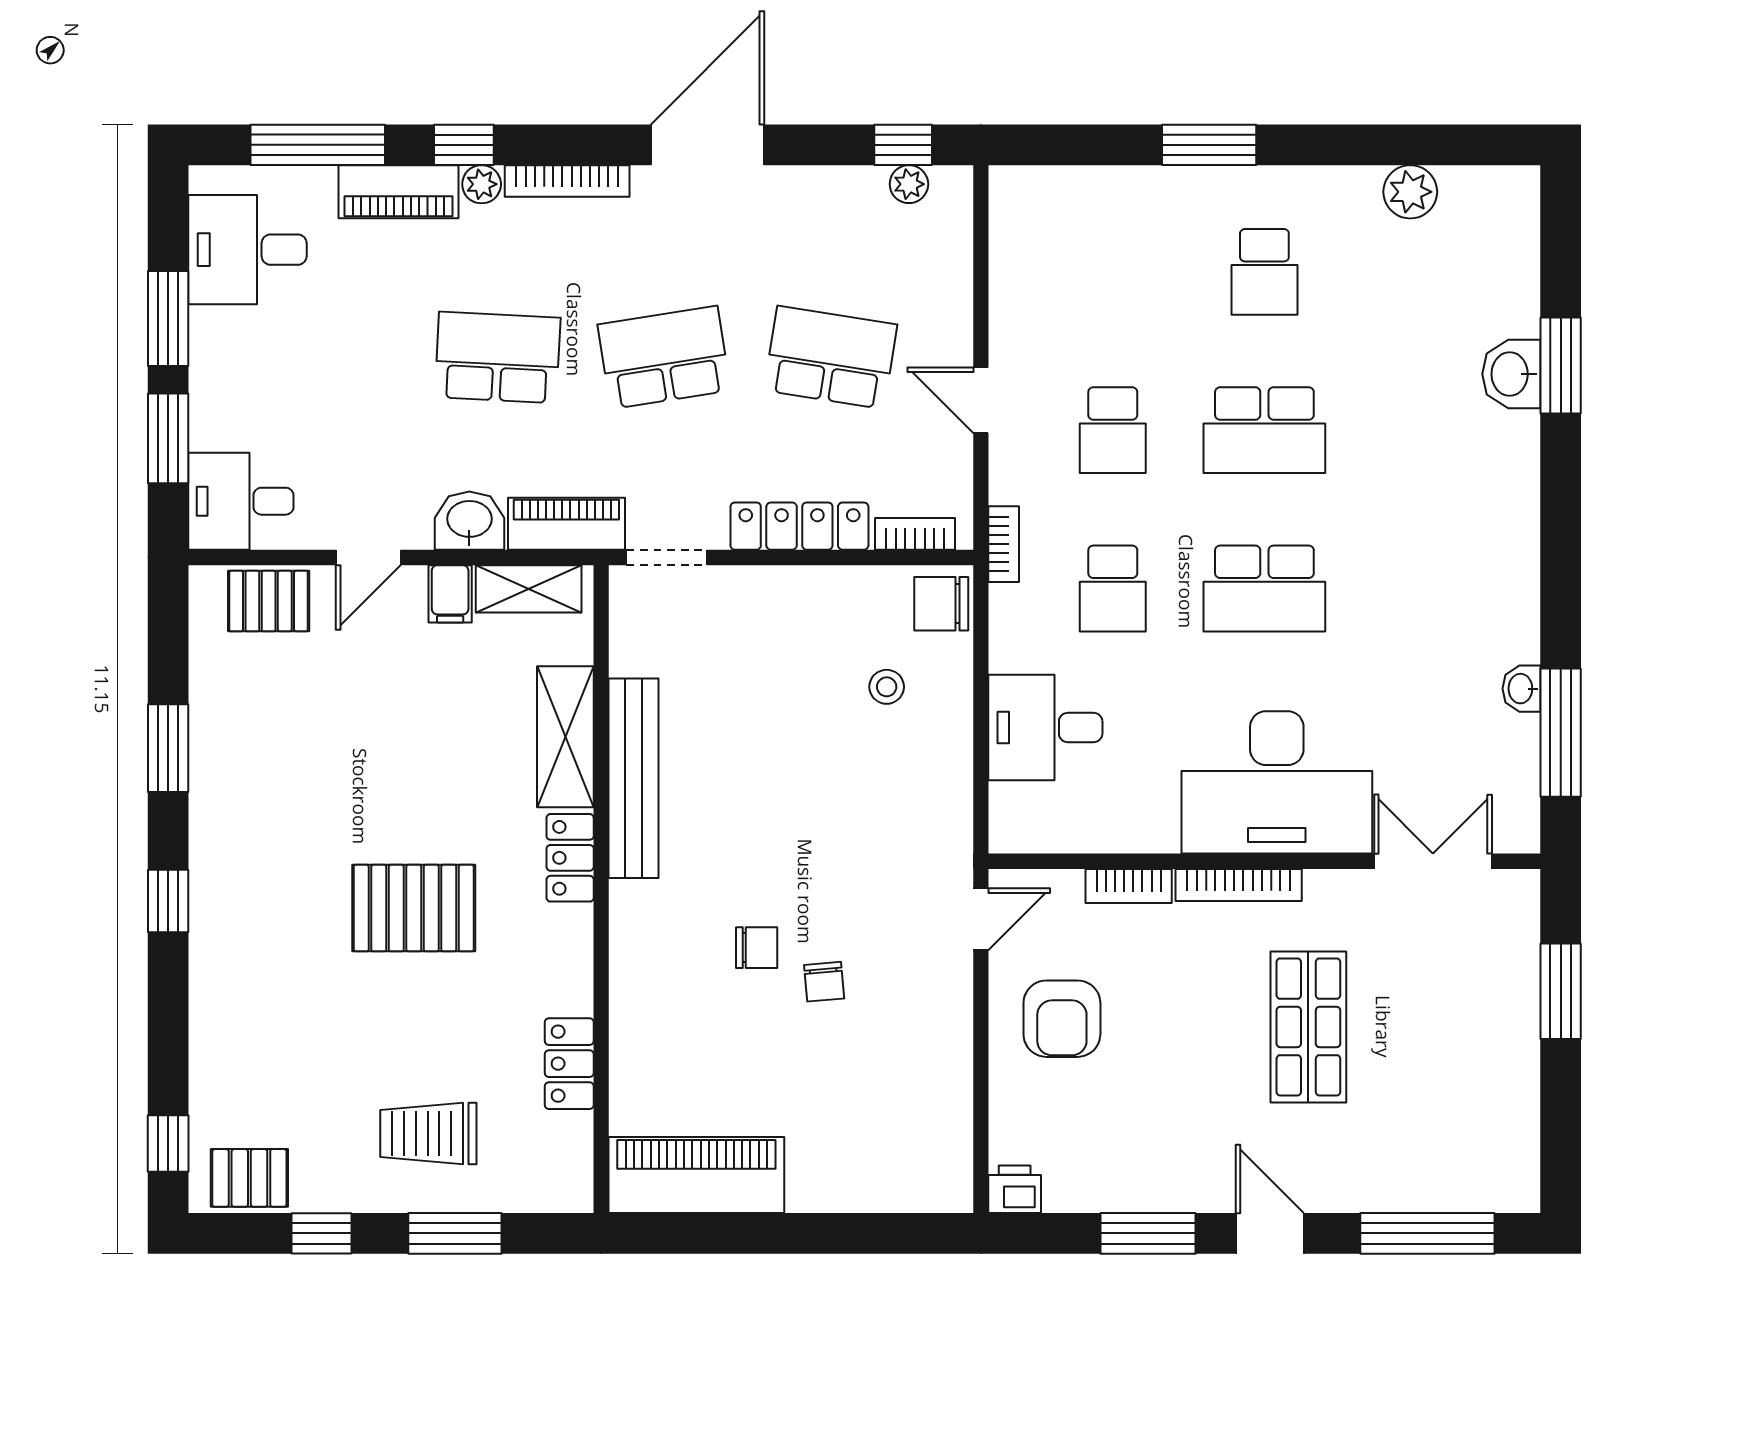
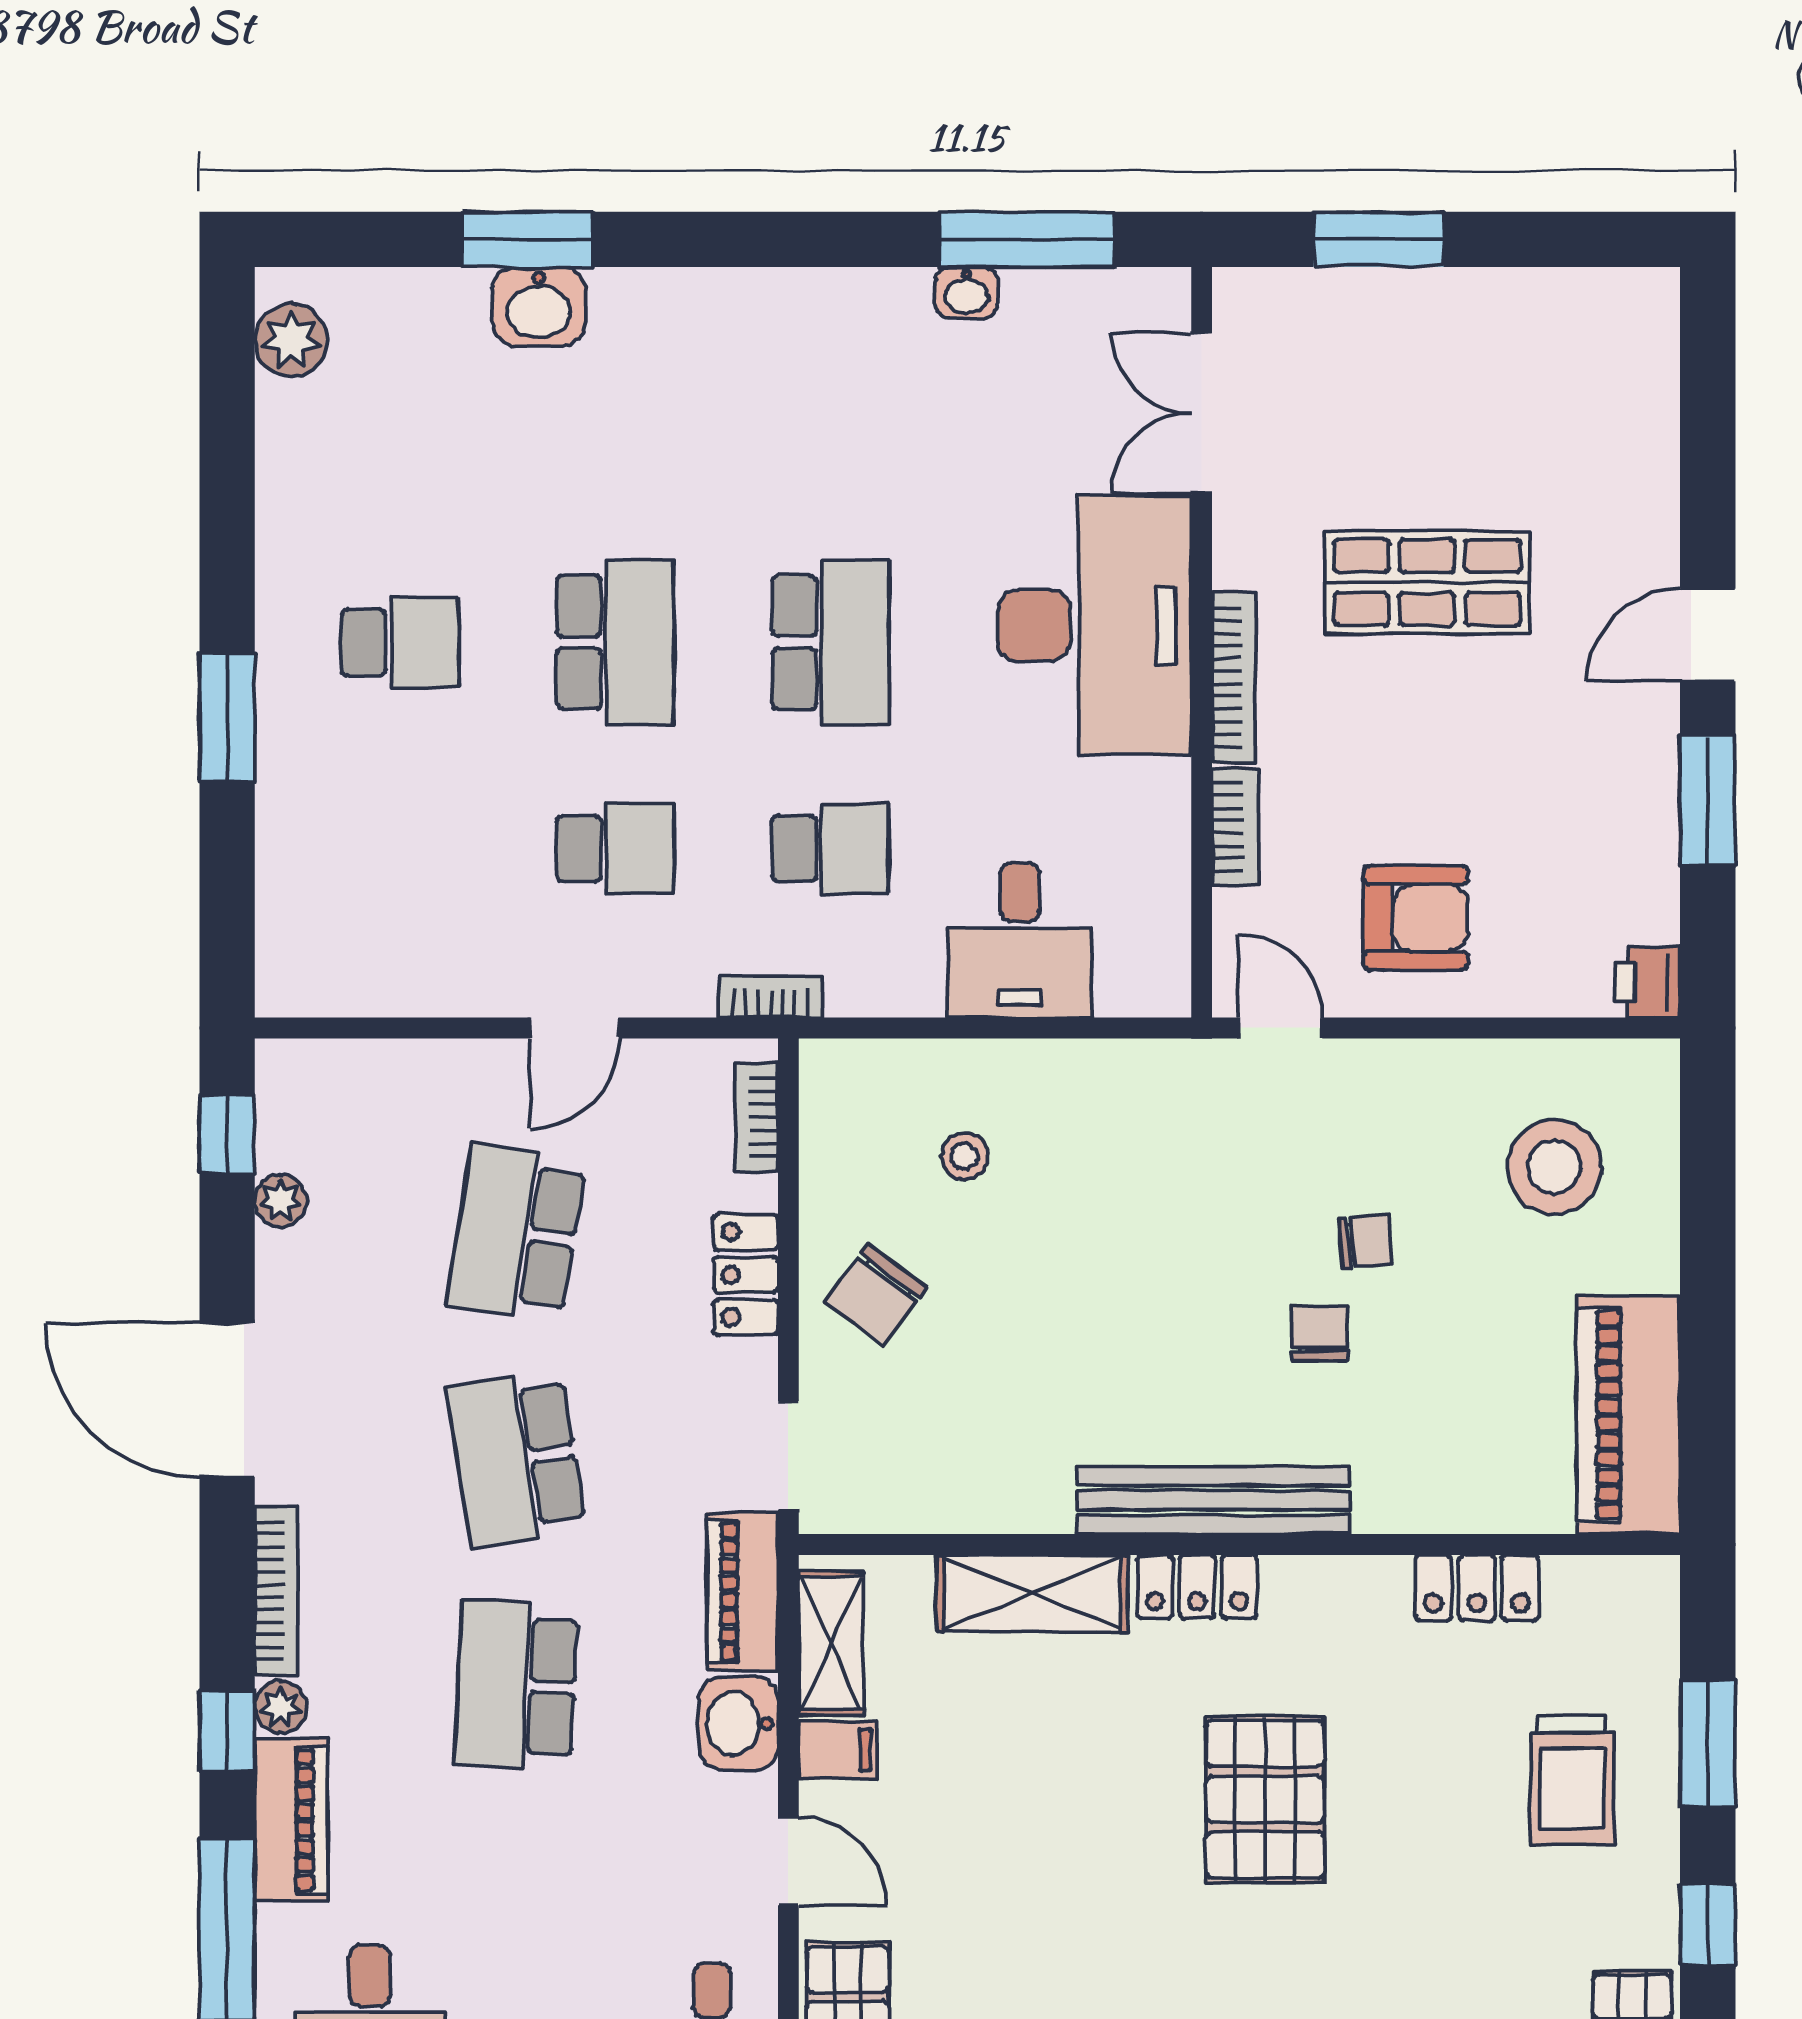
plant: (909, 184) -> (281, 1201), moved
plant: (1410, 192) -> (291, 340), moved
locker: (799, 526) -> (746, 1275), width x0.66
chair: (941, 604) -> (875, 1295), moved, turned 37
bench: (634, 778) -> (1213, 1500), moved
stool: (879, 1121) -> (1555, 1167), added
window: (1427, 1233) -> (1708, 421), removed

